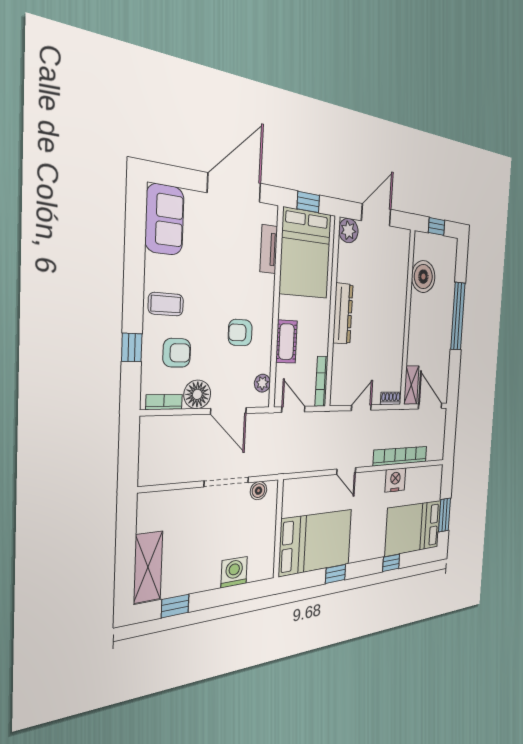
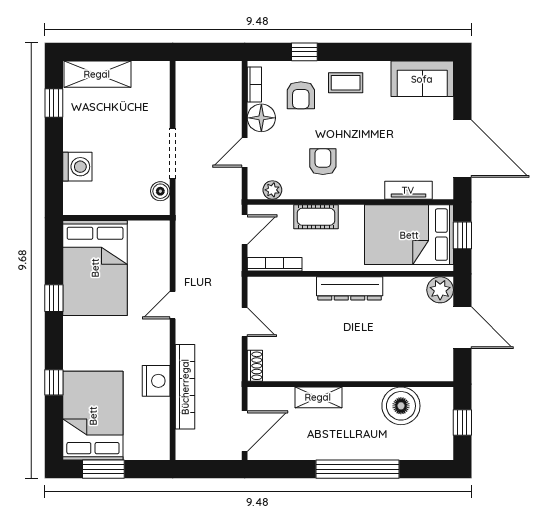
coffee table: (166, 304) -> (346, 83), turned 90
shelving: (411, 385) -> (318, 397), moved
door: (229, 411) -> (245, 152), width x0.73

